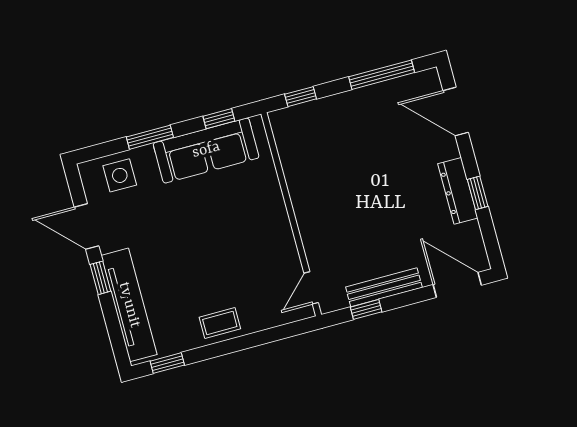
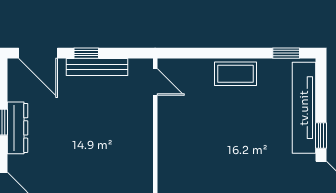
door: (311, 288) -> (155, 82), hinge flipped
window: (366, 309) -> (86, 53), moved
coffee table: (220, 323) -> (235, 74), width x1.36, depth x1.30

